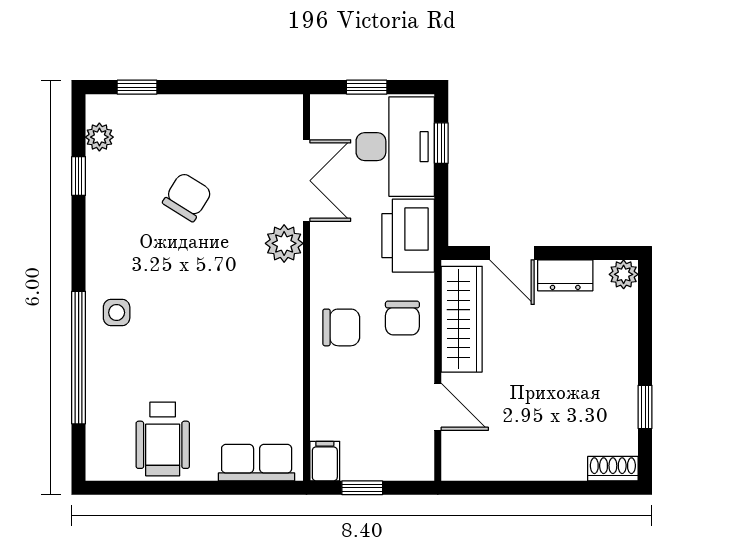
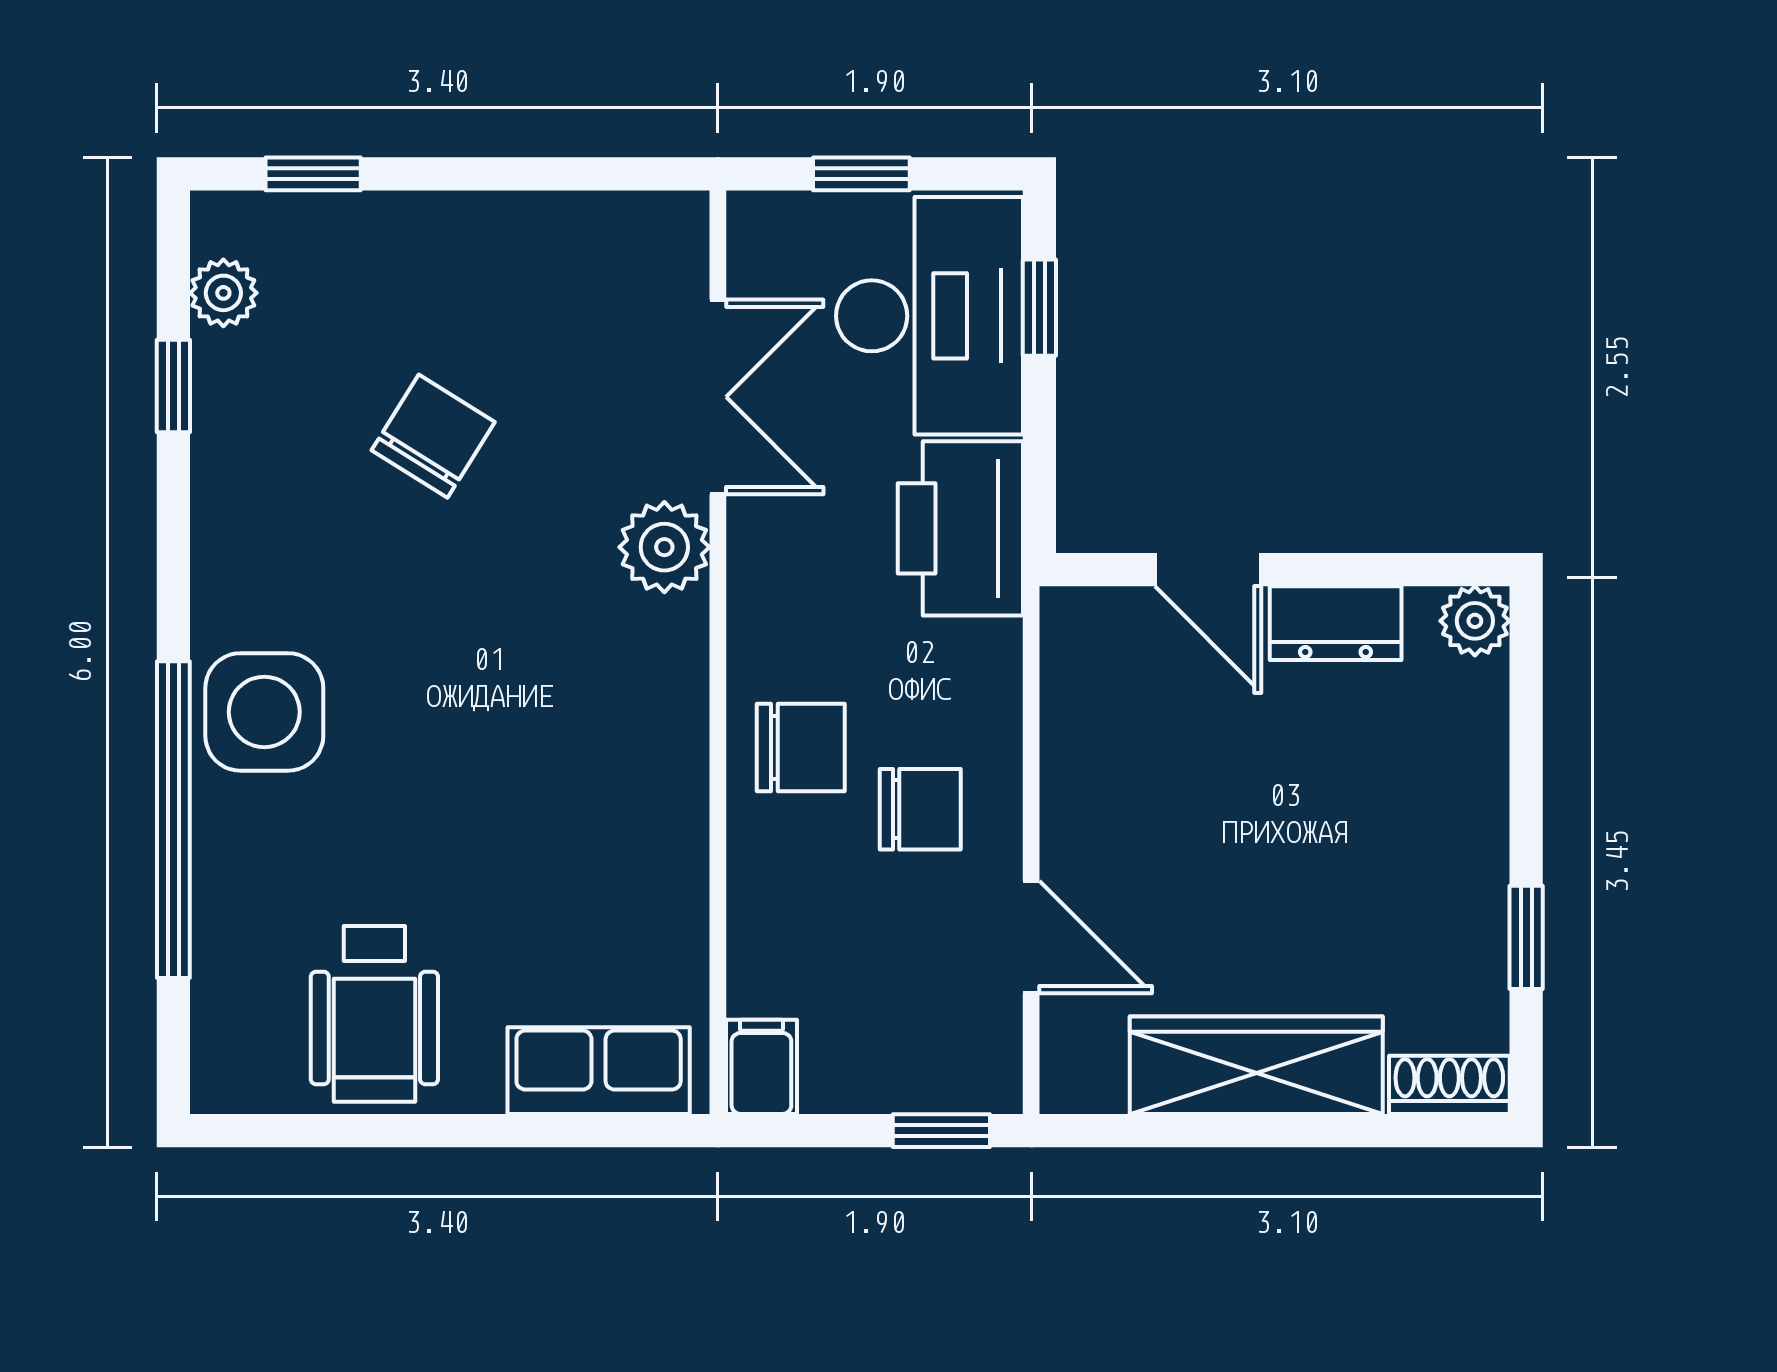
side table: (117, 313) -> (264, 712), width x1.87, depth x1.87
chair: (402, 318) -> (920, 809), moved, turned -90
wardrobe: (462, 319) -> (1256, 1065), moved, turned -90
window: (362, 488) -> (941, 1131), moved

